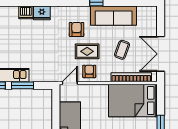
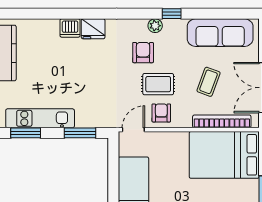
plant: (85, 11) -> (155, 26), added
sofa: (114, 16) -> (220, 33), moved
window: (22, 85) -> (80, 133), moved

